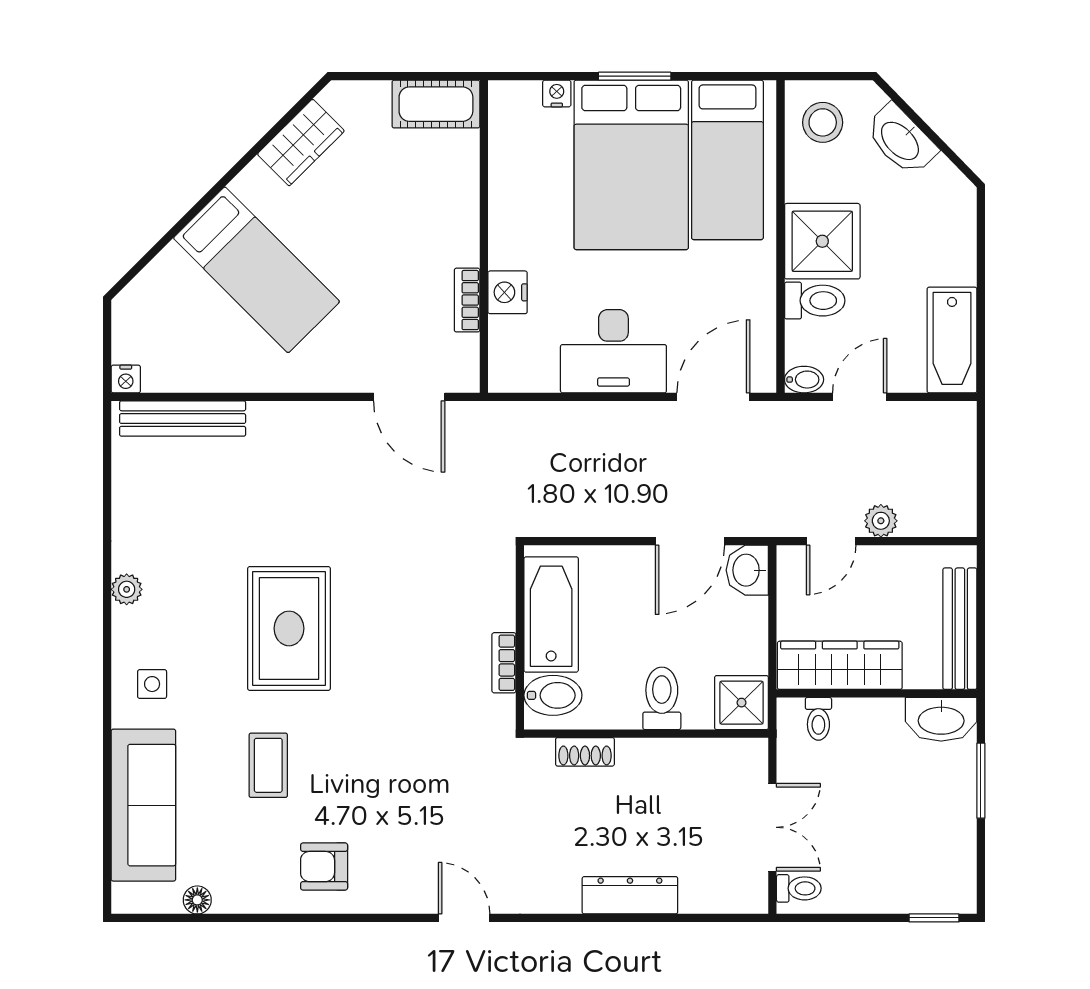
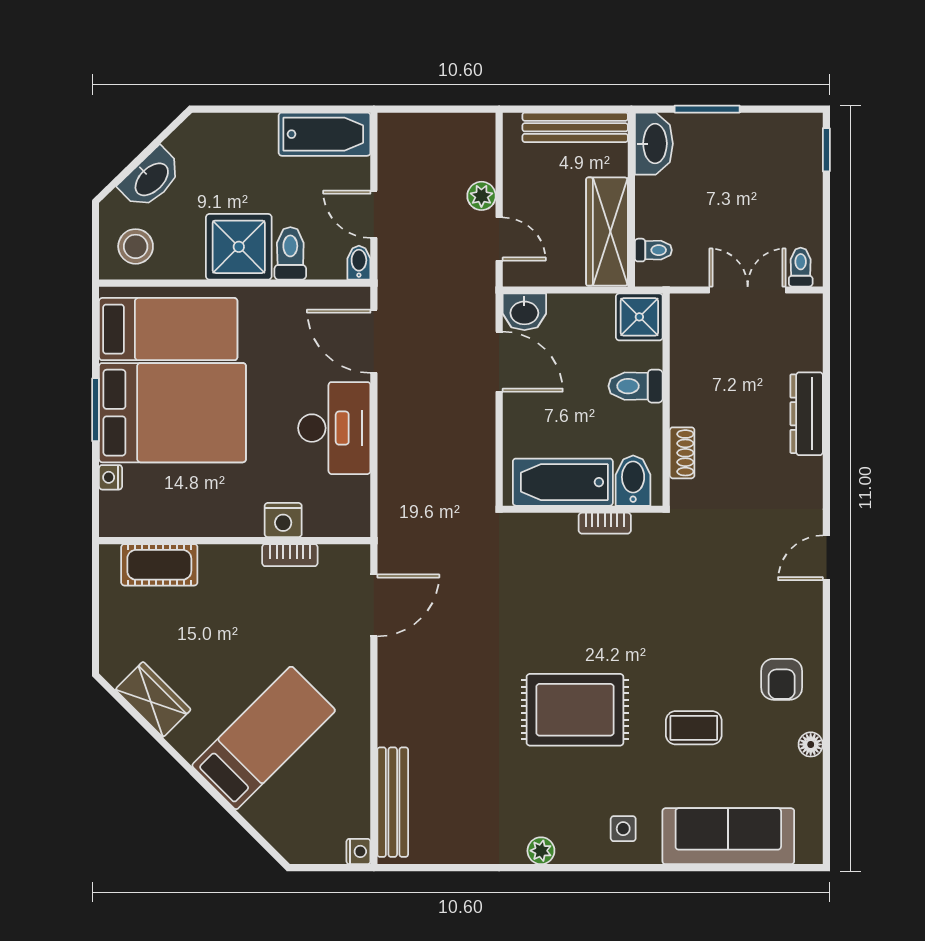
cot: (436, 104) -> (159, 565), moved, turned 90
floor lamp: (197, 900) -> (811, 744), moved

